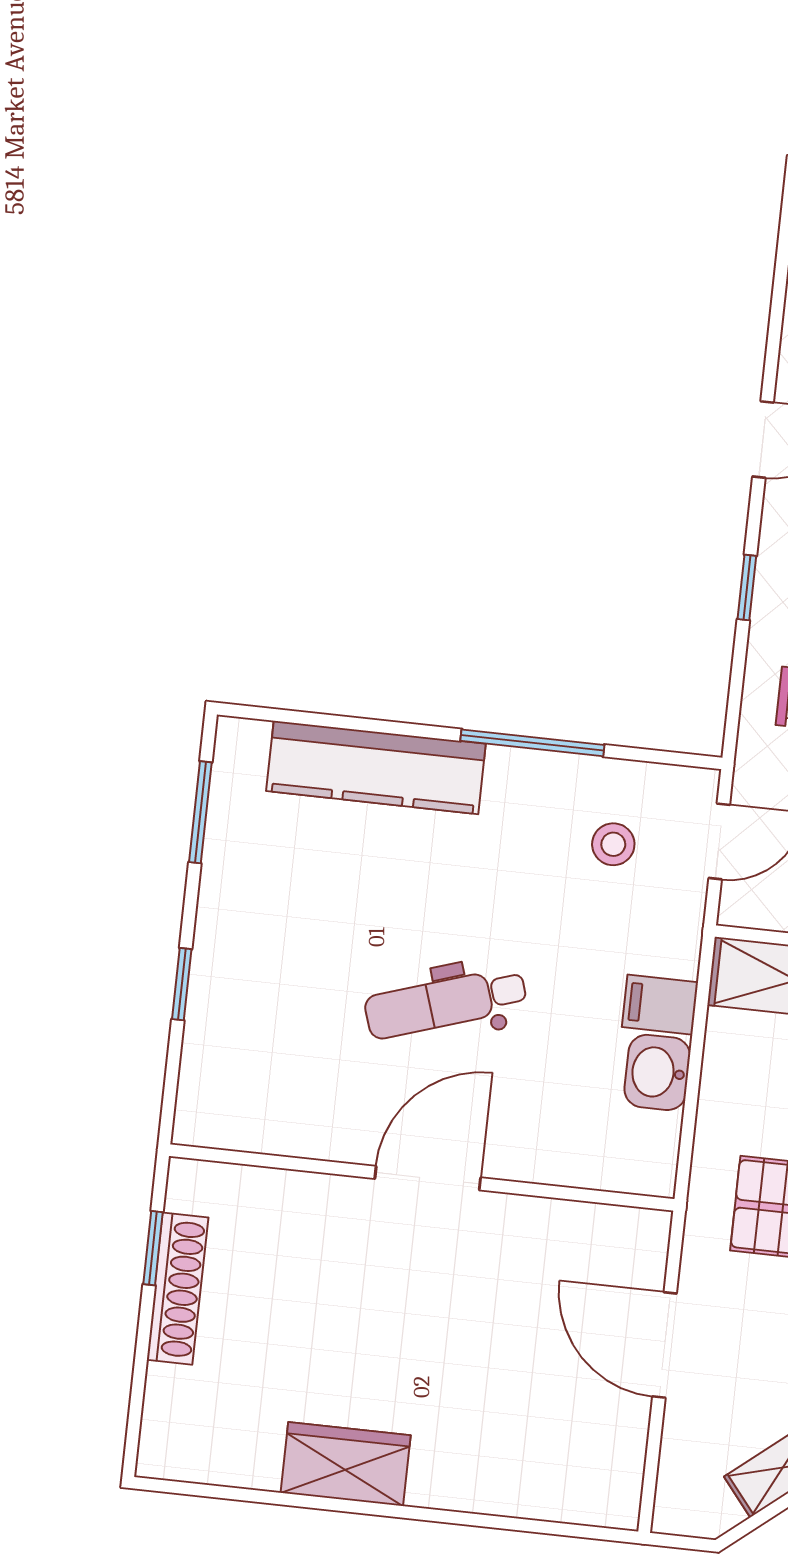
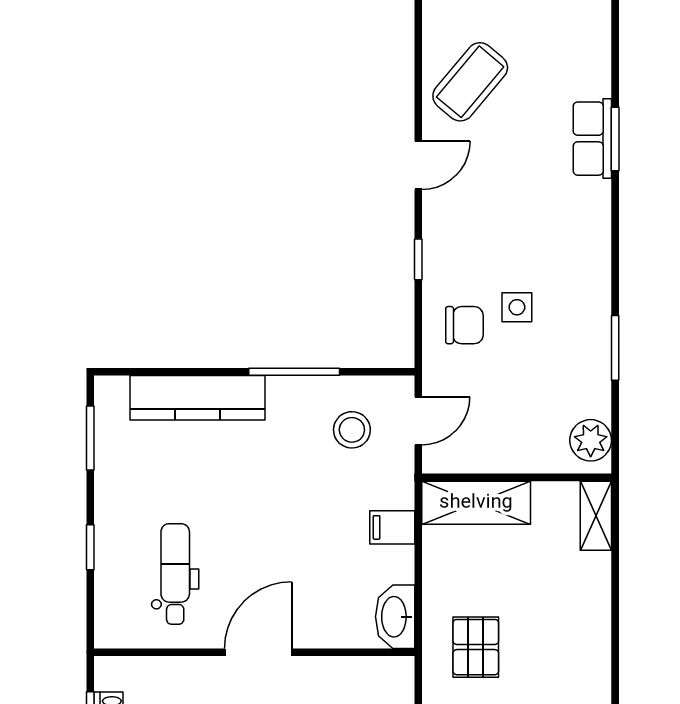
stool: (613, 844) -> (352, 430), width x1.37, depth x1.37
dental chair: (446, 1003) -> (175, 574), moved, turned 108
washbasin: (657, 1072) -> (395, 617), moved, width x1.38

